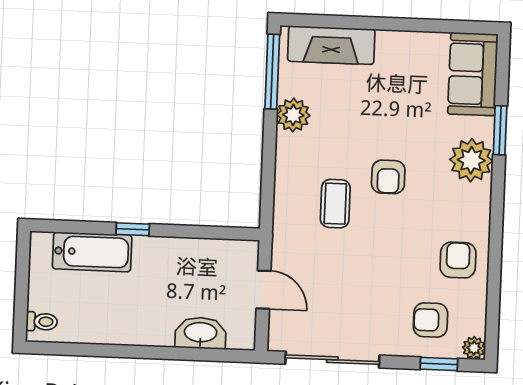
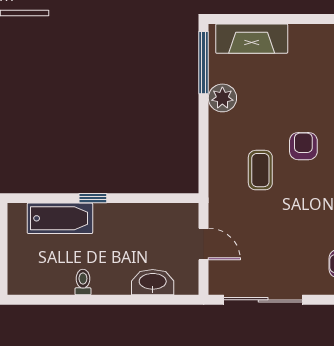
armchair: (388, 177) -> (303, 146), turned 180
toilet: (42, 322) -> (83, 282), moved, turned -90

